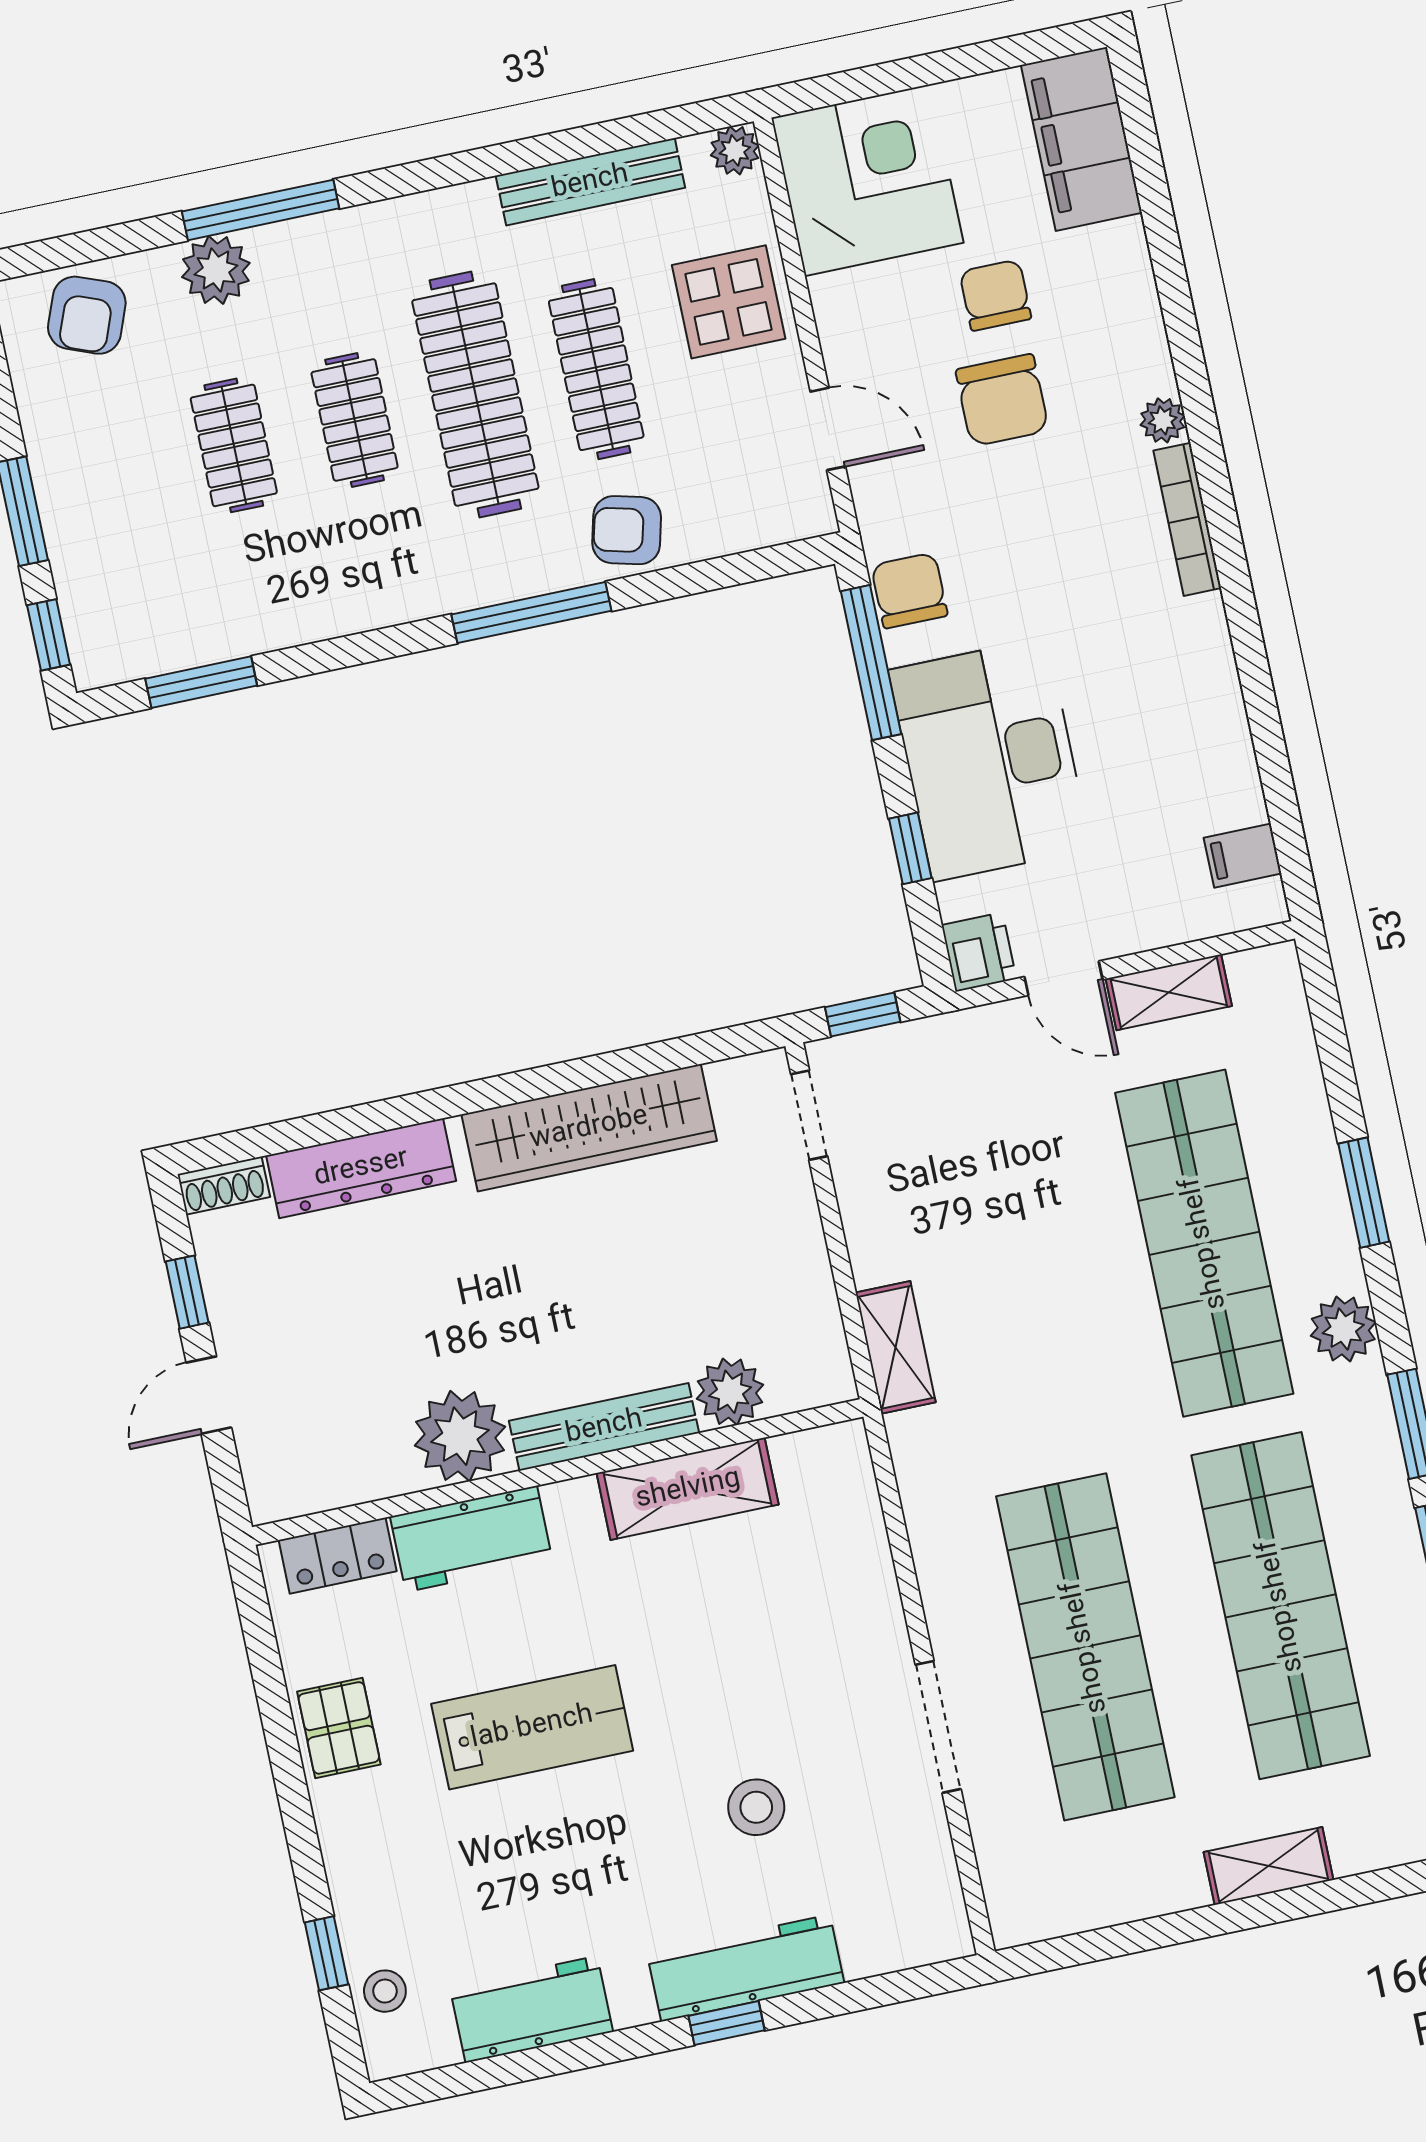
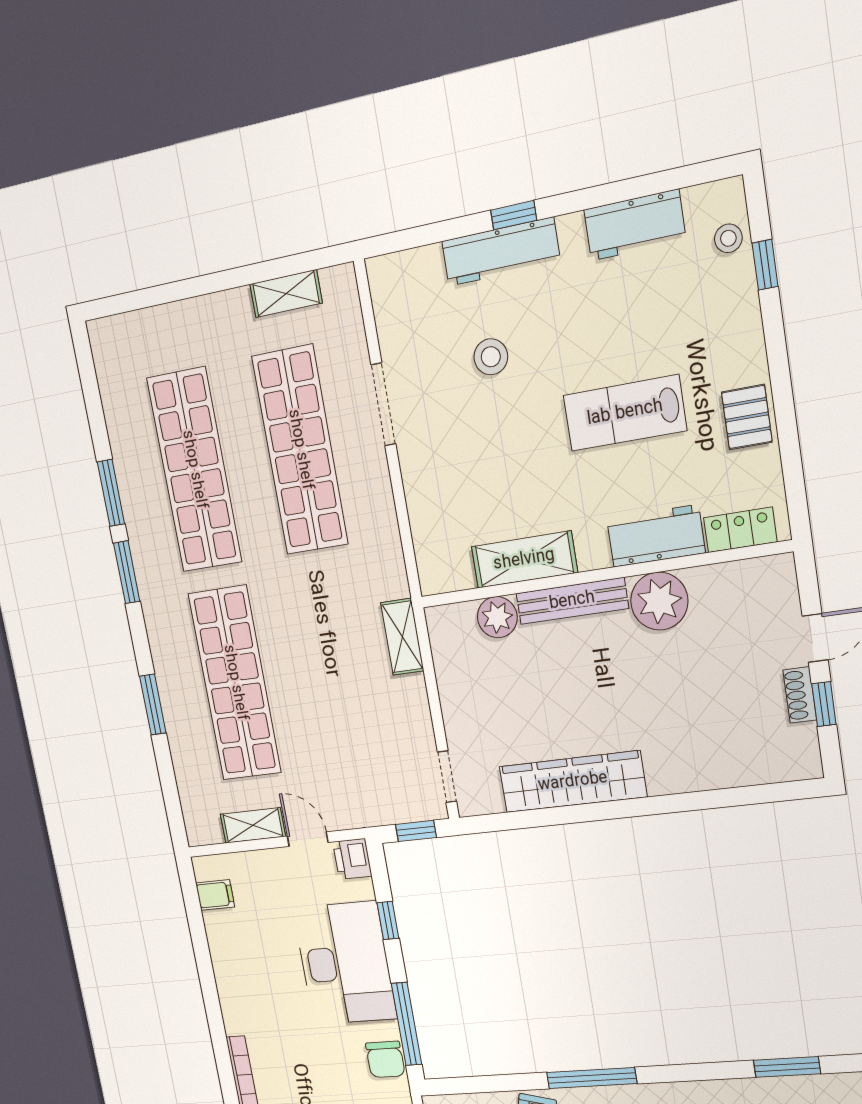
dresser: (361, 1168) -> (710, 771), removed
shoe rack: (224, 1186) -> (800, 695), moved, turned -90
plant: (1343, 1329) -> (163, 629), removed
shelving: (1268, 1866) -> (286, 294), moved

